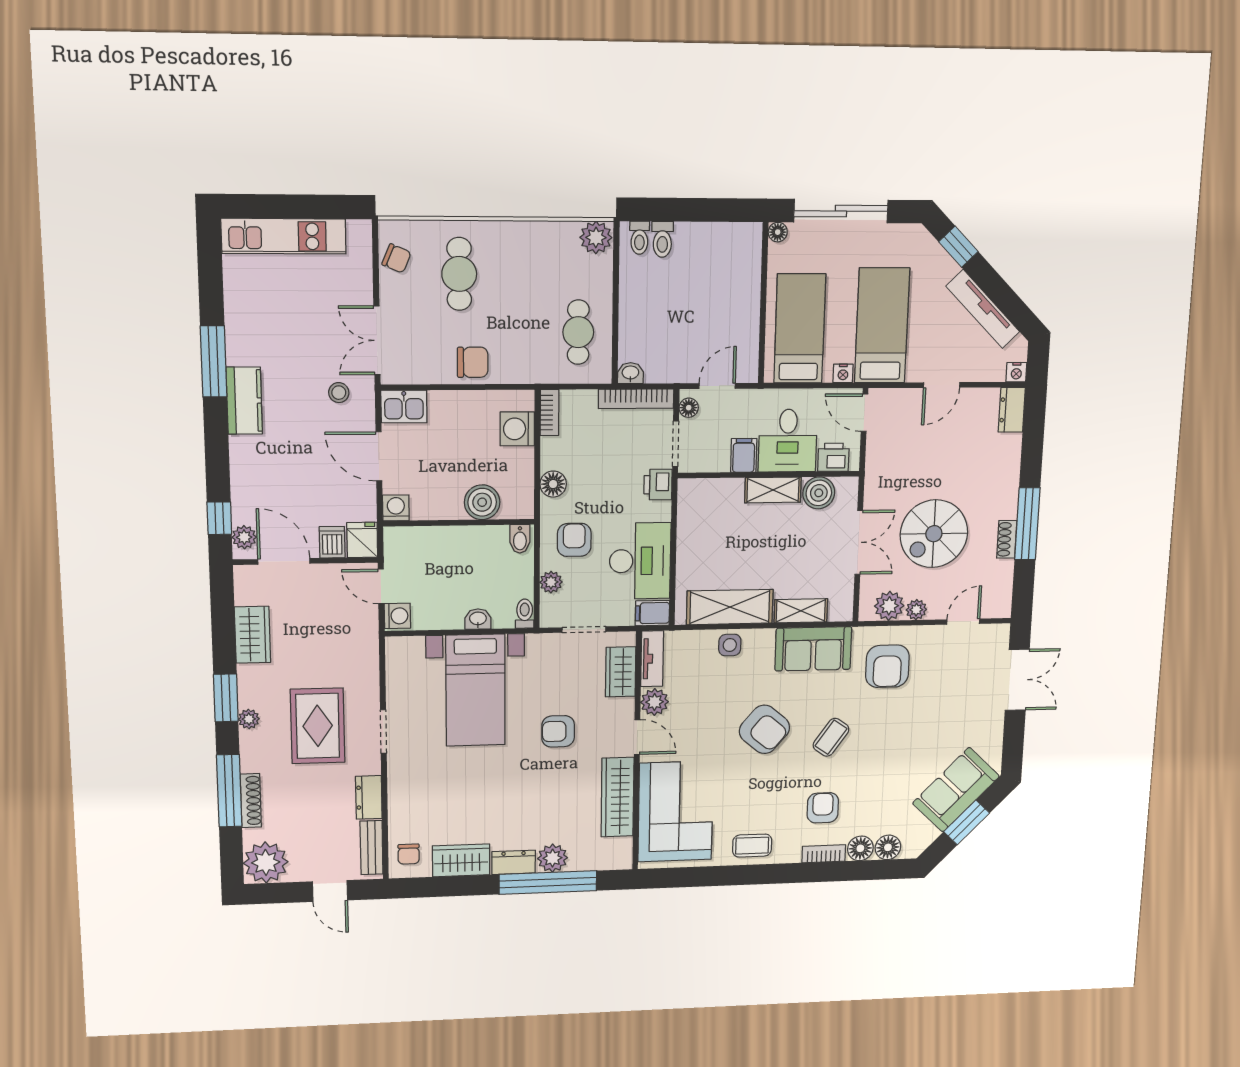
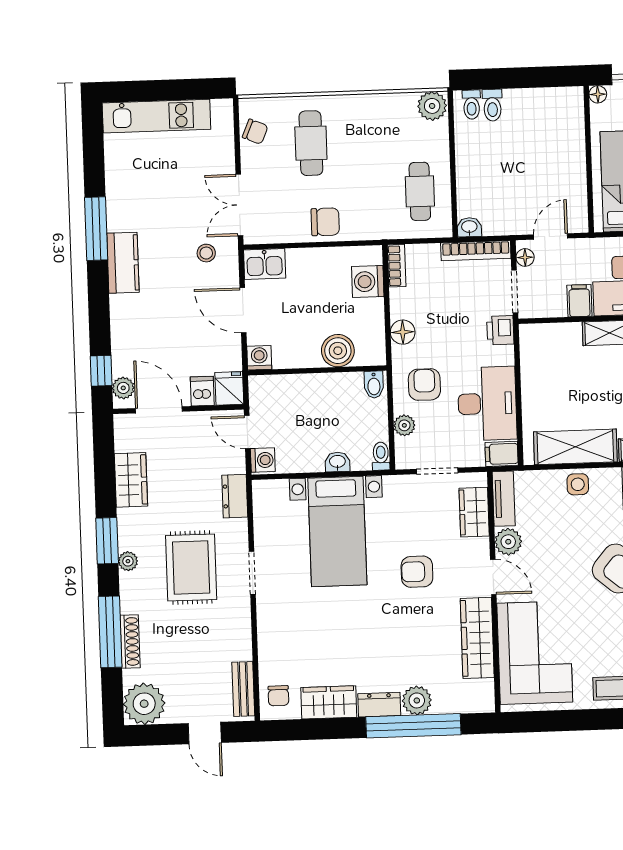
dresser: (369, 797) -> (235, 496), moved

